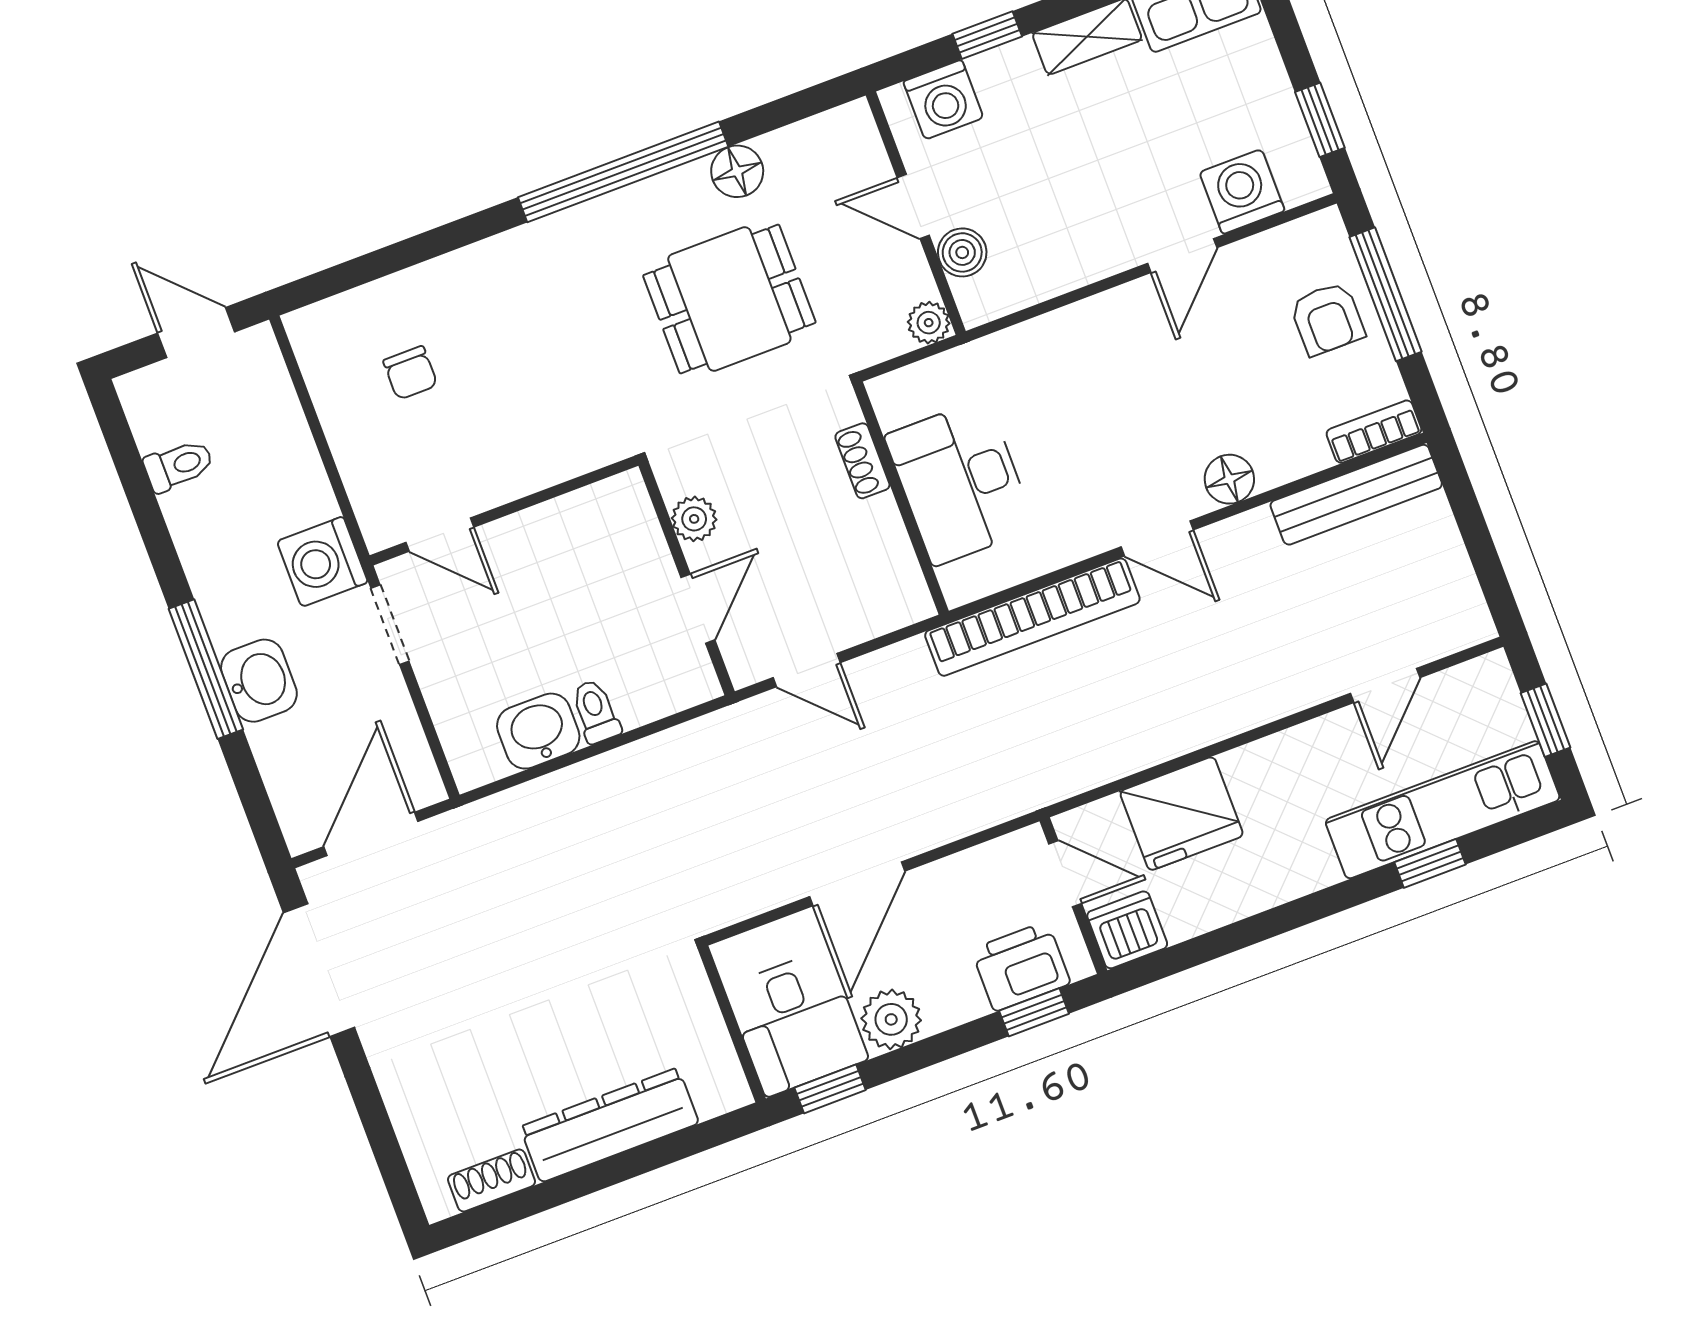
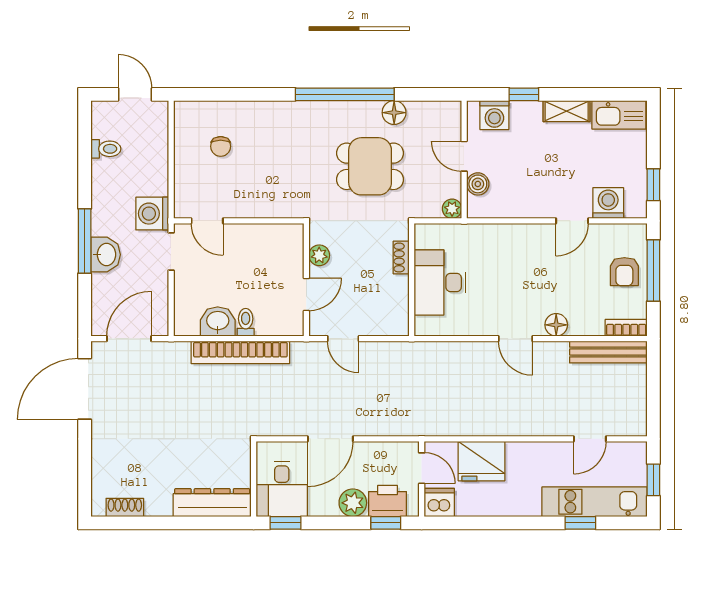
bookcase: (1032, 617) -> (240, 352), moved
plant: (891, 1019) -> (353, 503), moved
dresser: (609, 1125) -> (212, 503), moved

